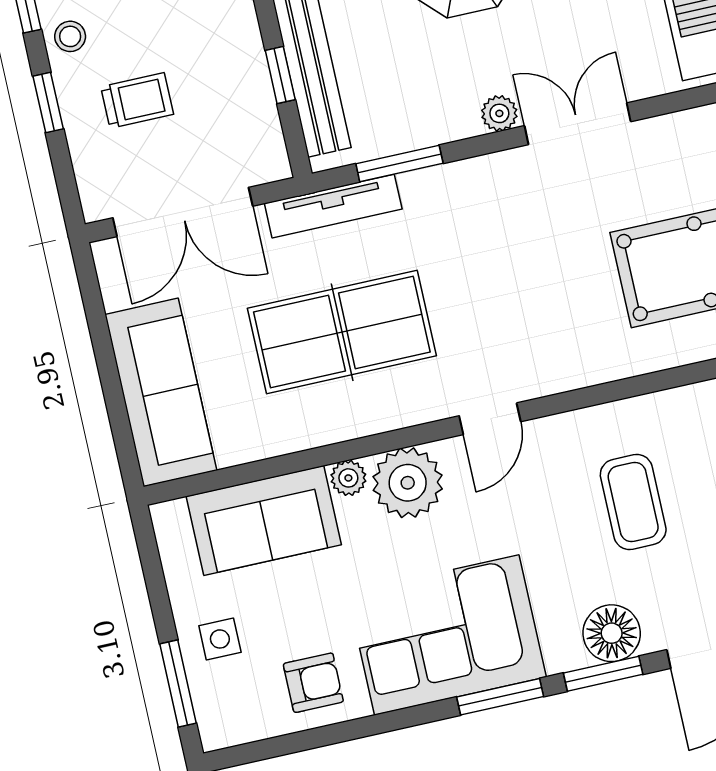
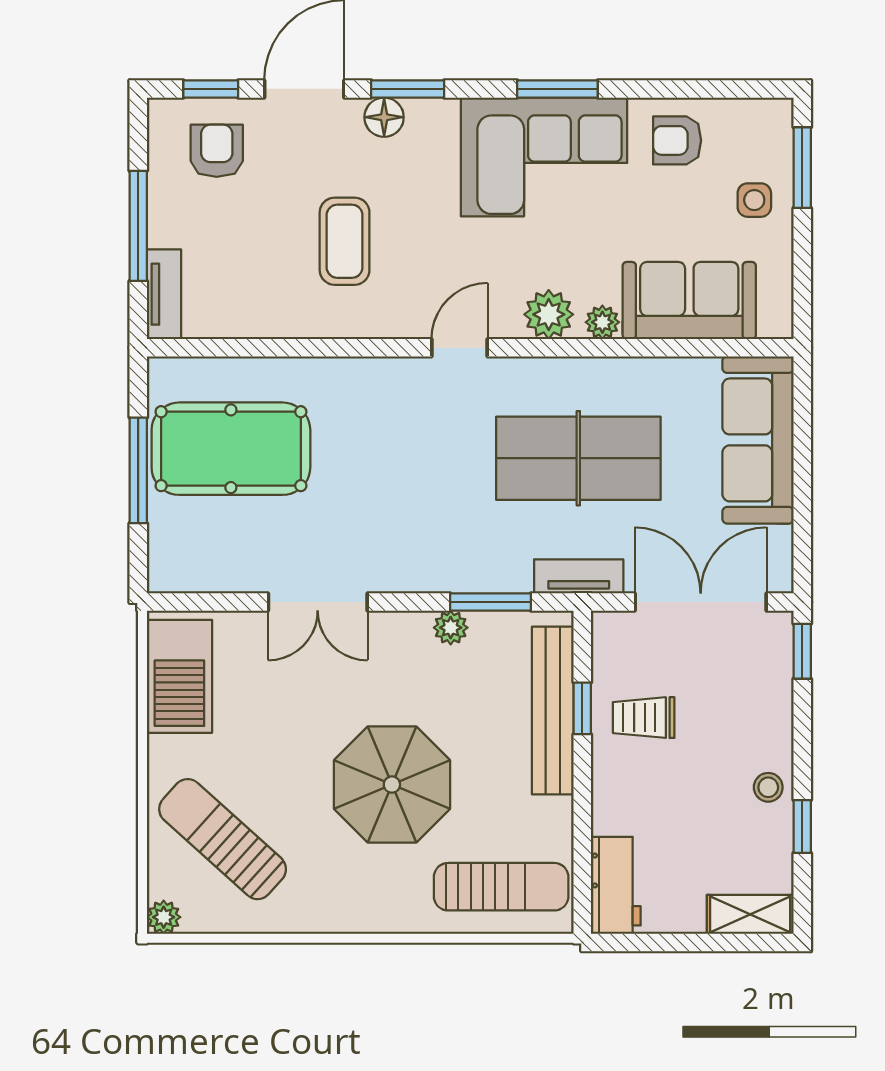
trolley: (137, 101) -> (644, 718), moved
window: (48, 102) -> (802, 651), moved
plant: (499, 113) -> (451, 628), moved
tv unit: (333, 206) -> (579, 576), width x0.71
plant: (408, 483) -> (549, 314), width x0.73, depth x0.73
floor lamp: (612, 633) -> (384, 117), width x0.73, depth x0.73
window: (500, 697) -> (557, 89), moved

